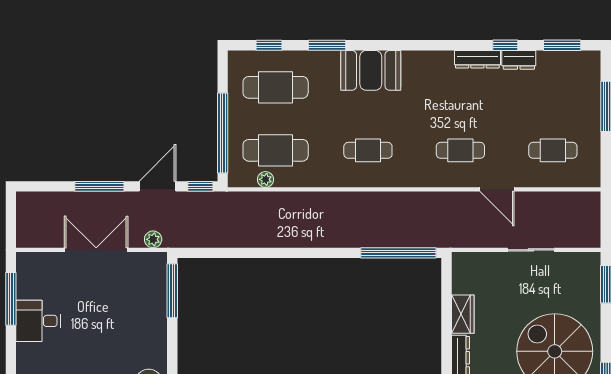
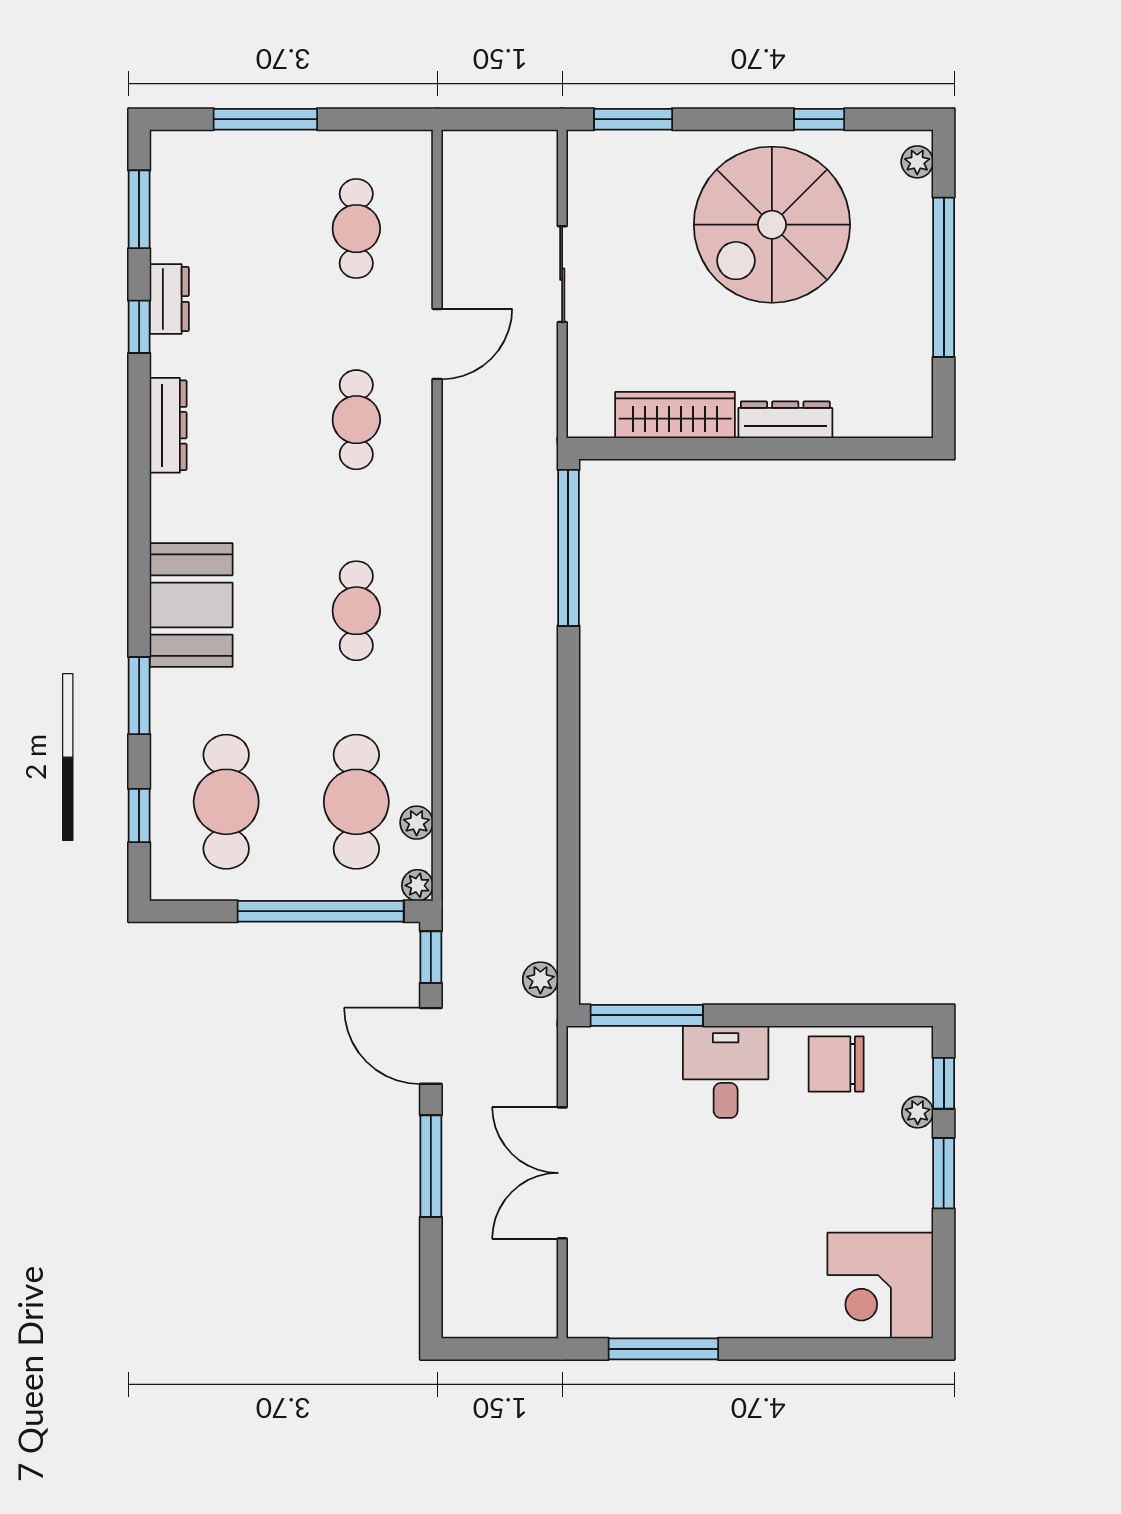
dresser: (477, 59) -> (168, 425), moved
plant: (235, 180) -> (417, 885), added
plant: (153, 239) -> (540, 980), moved
wardrobe: (463, 314) -> (675, 415), width x1.50
desk: (38, 321) -> (726, 1072), moved, turned 180

